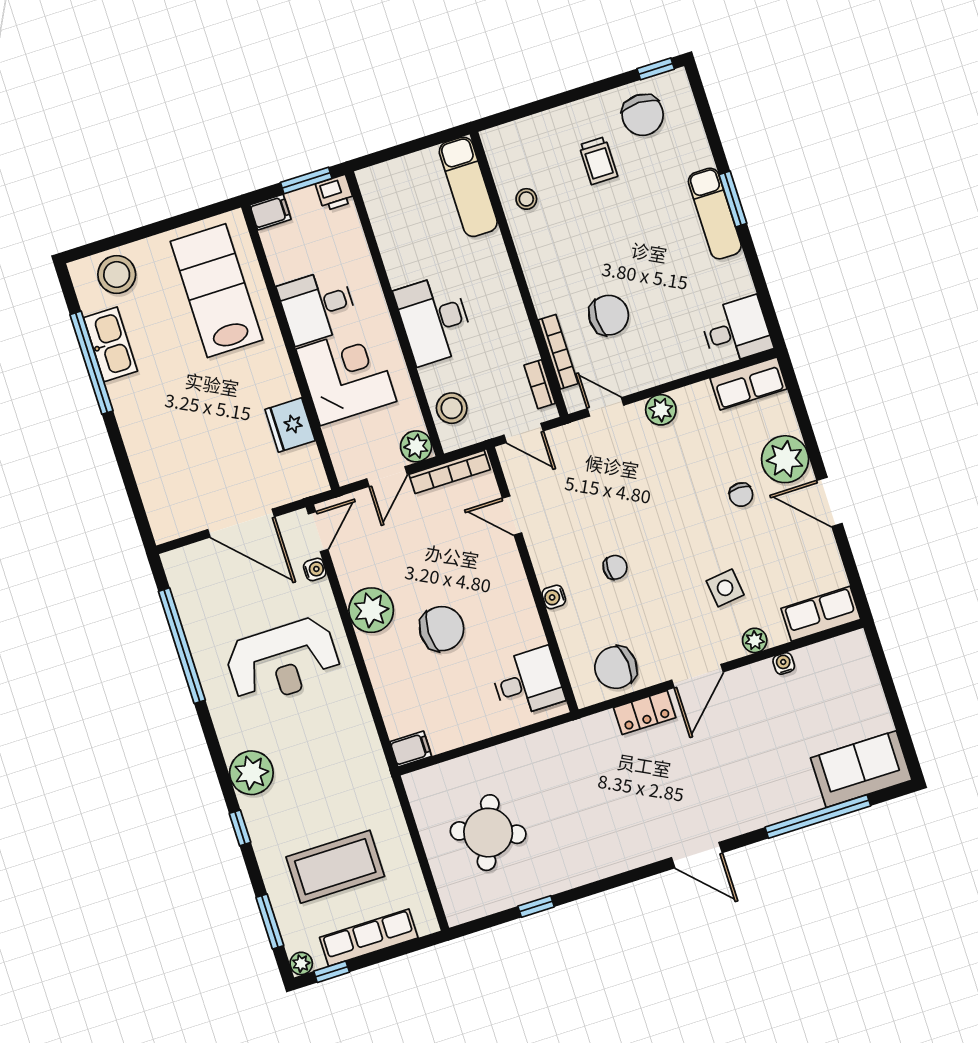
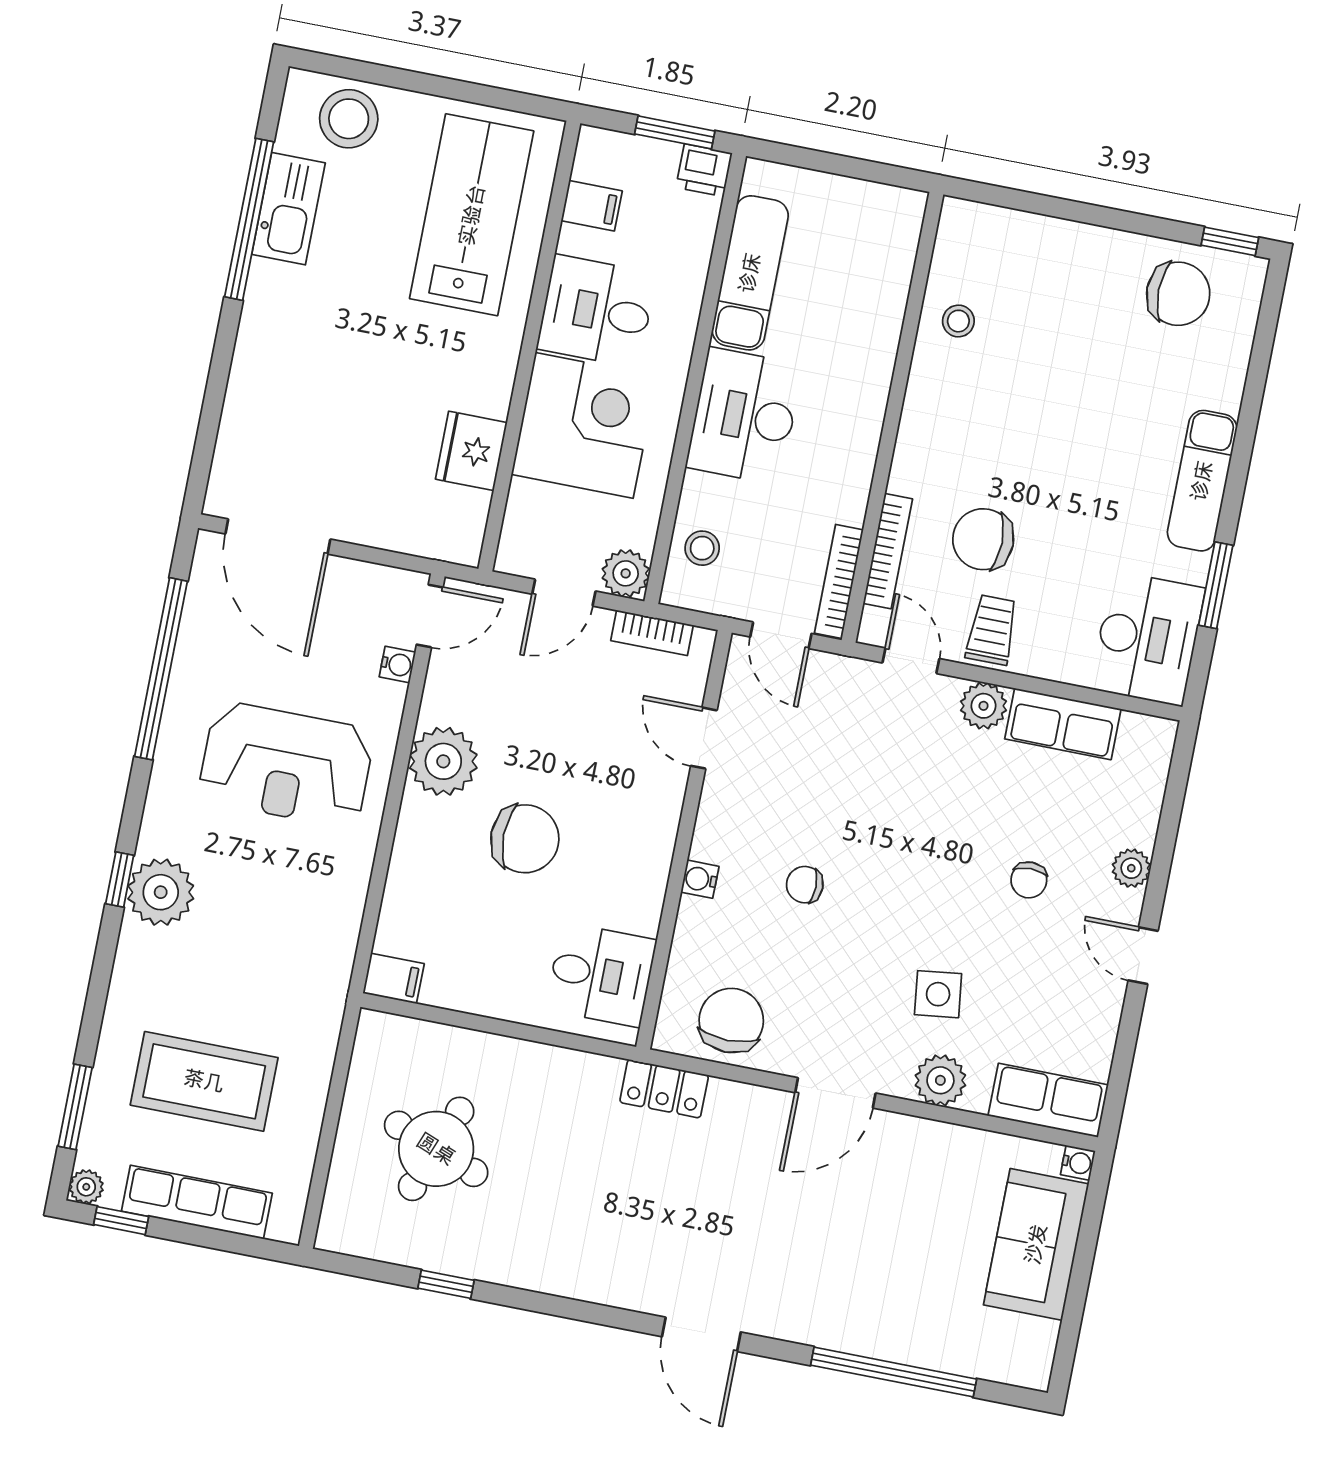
chair: (643, 115) -> (1178, 294), turned -90
trolley: (598, 161) -> (992, 630), moved, turned 180
exam couch: (468, 187) -> (750, 273), moved, turned 180
window: (733, 199) -> (1216, 585), moved
filing cabinet: (270, 212) -> (592, 206), moved
chair: (609, 315) -> (983, 539), turned 180
desk: (736, 330) -> (1148, 638), width x1.37
row of seats: (749, 383) -> (1063, 724), moved
bookcase: (540, 384) -> (839, 581), width x1.56
stool: (452, 408) -> (702, 548), width x0.73, depth x0.73
plant: (785, 459) -> (1131, 868), width x0.53, depth x0.53
bookcase: (450, 472) -> (652, 633), width x0.64
door: (830, 502) -> (1143, 956), width x0.73
door: (241, 523) -> (278, 537), moved
chair: (615, 567) -> (805, 885), turned 180
plant: (755, 640) -> (940, 1080), width x1.38, depth x1.38
water cooler: (784, 663) -> (1078, 1163), moved, turned 90
chair: (616, 667) -> (731, 1021), turned 94
locker: (645, 713) -> (664, 1089), moved
sofa: (861, 769) -> (1036, 1244), moved, turned -90
window: (240, 828) -> (120, 880), moved

